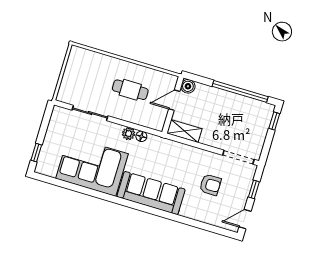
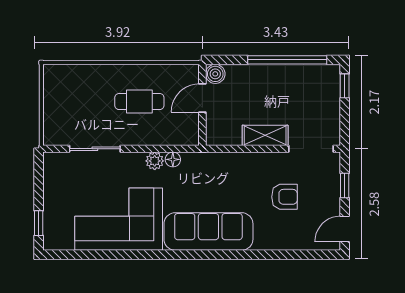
shelving: (184, 131) -> (265, 135), moved

